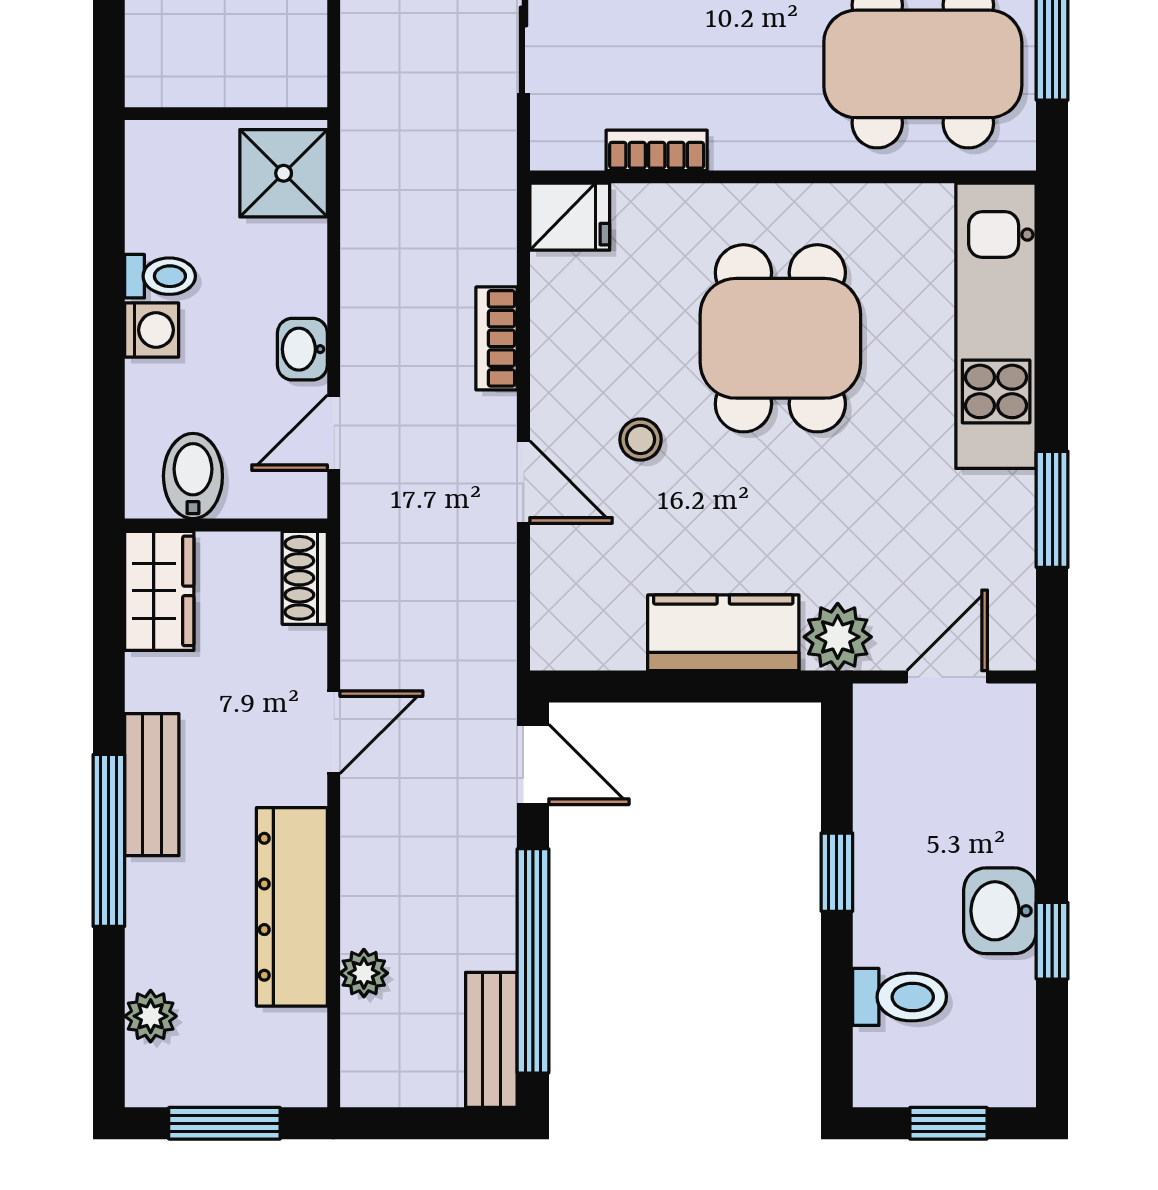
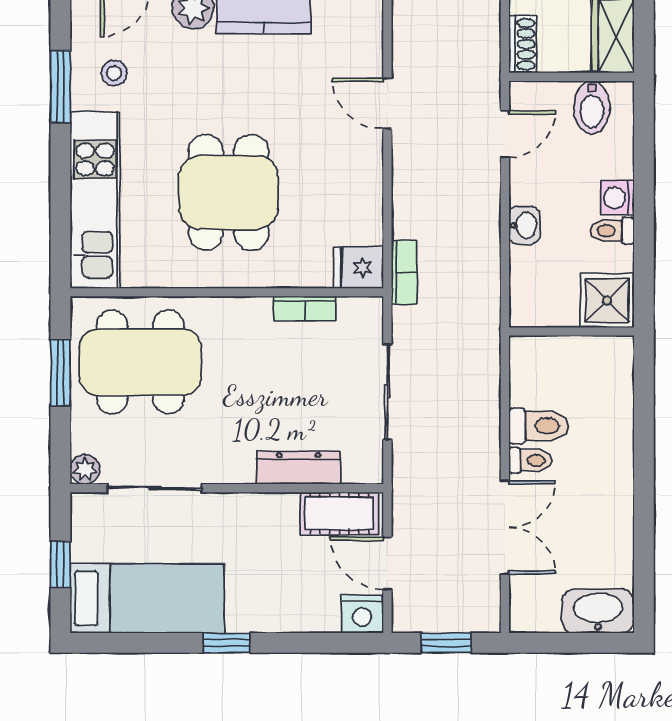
shower: (284, 173) -> (607, 300), moved
bookcase: (497, 338) -> (404, 272), moved
washbasin: (302, 349) -> (524, 225), moved
stool: (640, 439) -> (114, 73), moved

